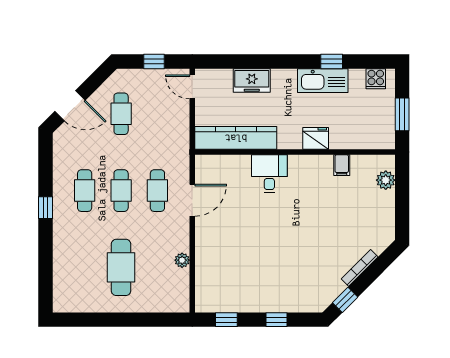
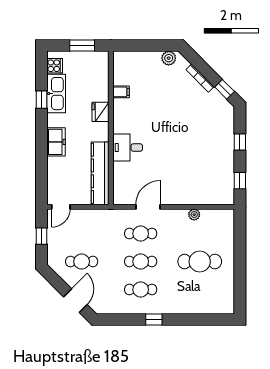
freezer: (252, 80) -> (56, 142), moved
kitchen sink: (323, 81) -> (56, 94), moved
plant: (386, 180) -> (169, 58), moved
door: (192, 200) -> (148, 207), hinge flipped

